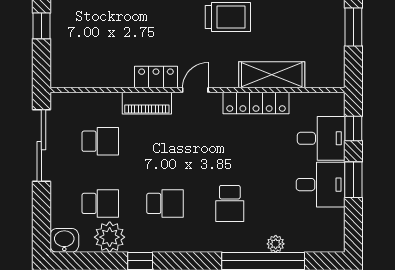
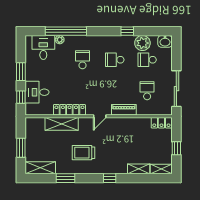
locker: (156, 77) -> (161, 123), moved
school desk: (100, 141) -> (147, 91), turned 90
desk: (321, 185) -> (43, 47), moved, turned 90

